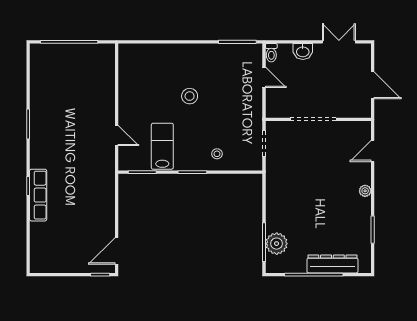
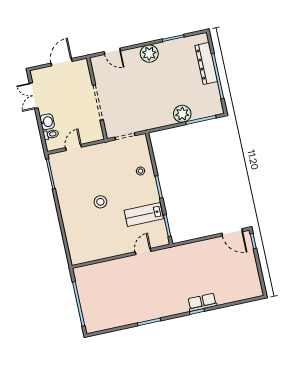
toilet: (271, 53) -> (51, 134), moved
plant: (365, 191) -> (149, 54), width x1.87, depth x1.87
row of seats: (38, 195) -> (202, 302), width x0.68
plant: (277, 244) -> (182, 114), moved

